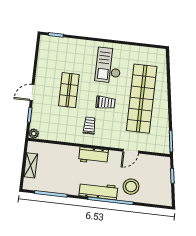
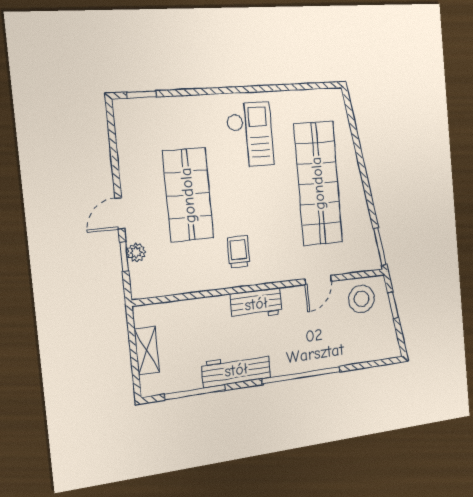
checkout: (109, 65) -> (250, 135), turned 180
shop shelf: (69, 90) -> (188, 195), width x1.43, depth x1.36
trolley: (106, 103) -> (258, 204), removed
plant: (34, 134) -> (136, 252), moved
stool: (131, 187) -> (361, 299), moved
workbench: (98, 191) -> (236, 370), moved

